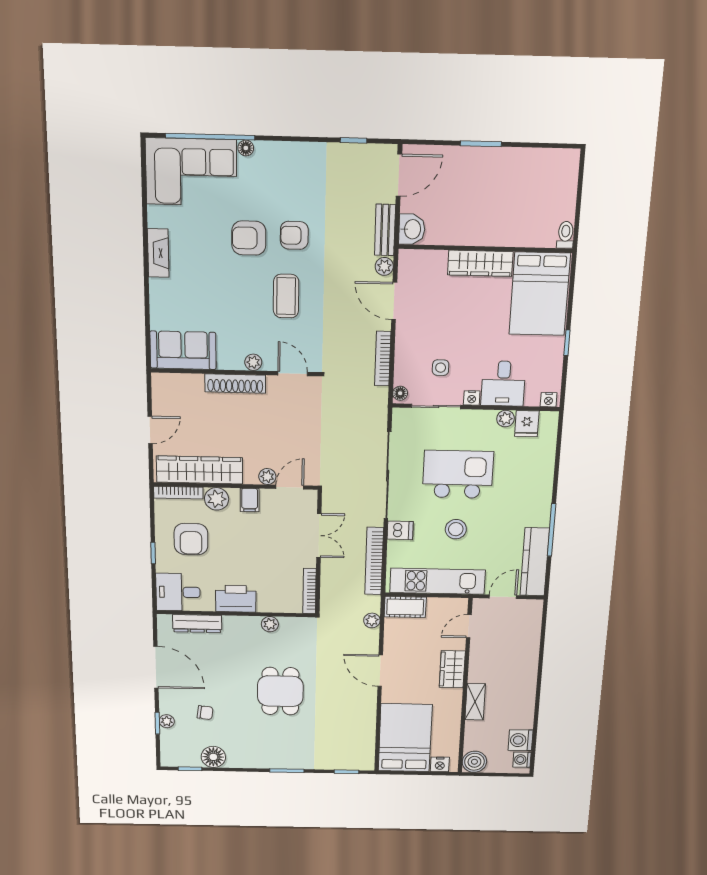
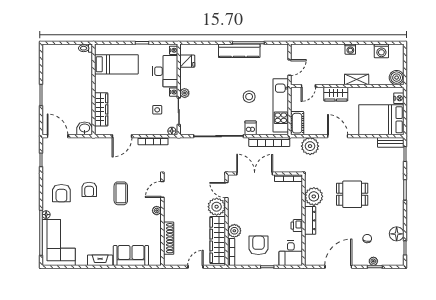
bench: (385, 230) -> (391, 142), moved
armchair: (249, 238) -> (61, 193), moved
wardrobe: (480, 263) -> (101, 109), moved
plant: (384, 266) -> (104, 142), removed
bed: (540, 294) -> (116, 64), width x0.67
coffee table: (286, 296) -> (121, 193), turned 90
sofa: (183, 350) -> (131, 255), moved, turned 90
shoe rack: (235, 383) -> (169, 238), moved
desk: (503, 384) -> (165, 71), width x1.37
plant: (505, 419) -> (185, 93), moved
door: (150, 430) -> (195, 267), hinge flipped
kitchen island: (458, 474) -> (217, 97), removed
plant: (267, 477) -> (217, 207), width x1.87, depth x1.87
filing cabinet: (250, 500) -> (235, 212), removed
double door: (319, 536) -> (255, 173), width x1.37
armchair: (191, 539) -> (258, 245), turned -90
kitchen counter: (535, 562) -> (239, 51), moved
door: (503, 597) -> (289, 68), swing flipped
printer: (236, 599) -> (297, 226), width x0.53, depth x0.68
plant: (372, 620) -> (310, 146), width x1.87, depth x1.87
dresser: (197, 624) -> (310, 220), moved
plant: (270, 624) -> (314, 196), width x1.88, depth x1.88
door: (469, 626) -> (308, 86), hinge flipped
door: (380, 671) -> (338, 136), swing flipped
washing machine: (522, 760) -> (350, 49), moved

